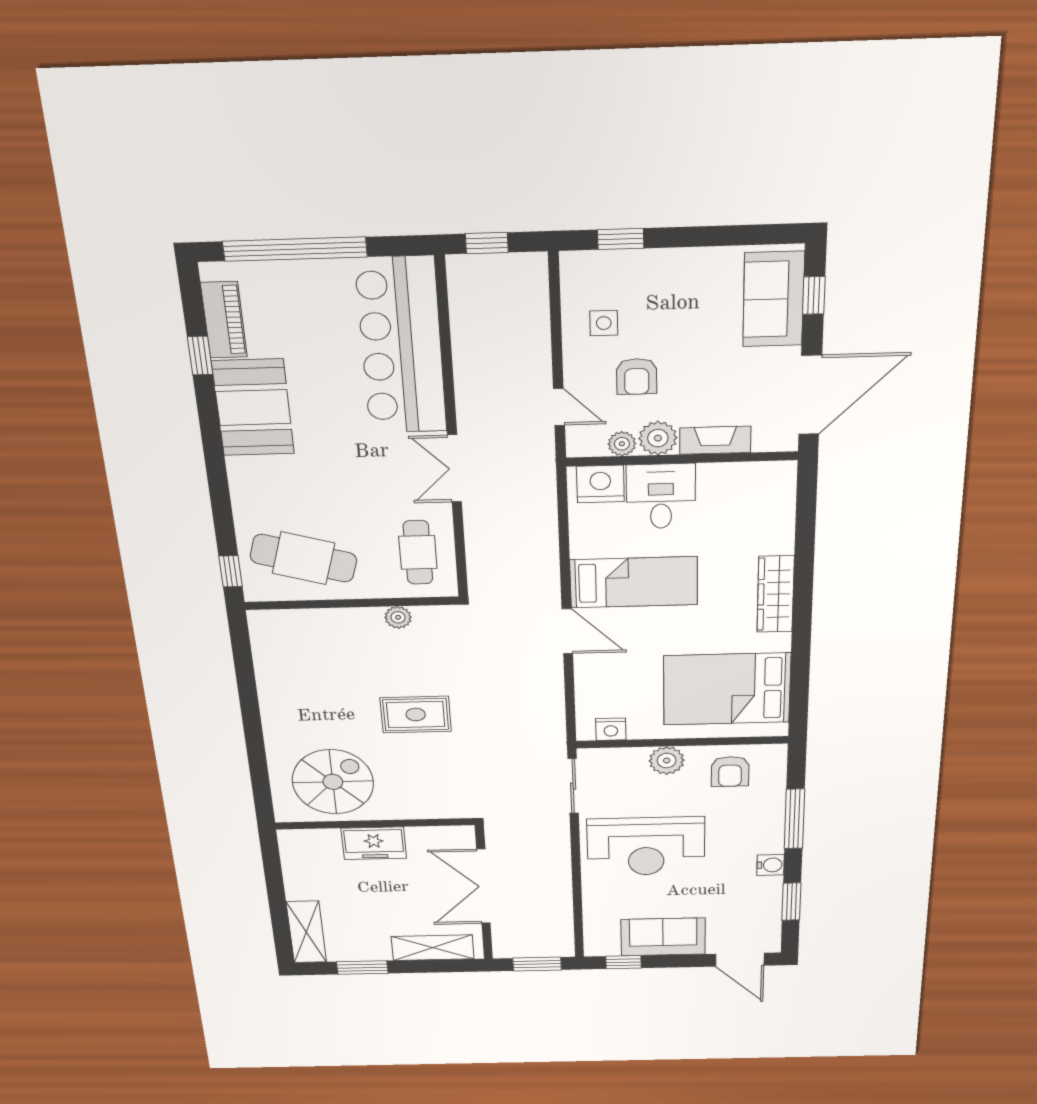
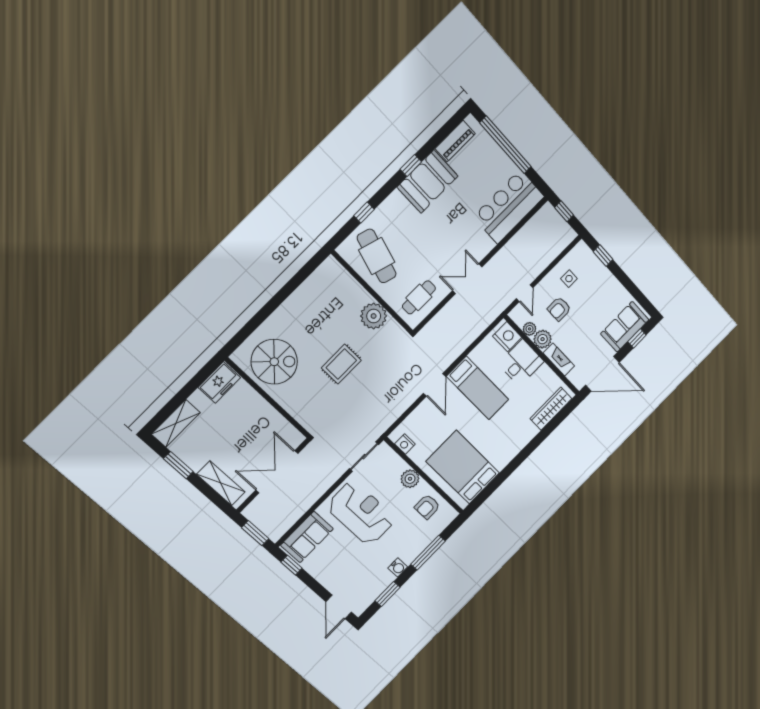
bar counter: (401, 346) -> (509, 207), width x0.73
window: (200, 356) -> (411, 166), moved
window: (231, 571) -> (364, 213), moved
wardrobe: (776, 594) -> (551, 409), moved
plant: (398, 617) -> (374, 316), width x1.87, depth x1.87
rug: (416, 715) -> (341, 364), turned 90
freezer: (374, 843) -> (219, 382), moved, turned -90
reception desk: (646, 846) -> (361, 513), turned 180
sofa: (663, 937) -> (307, 537), moved, turned 90

